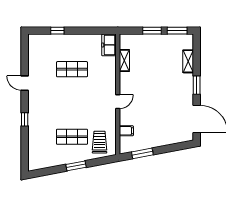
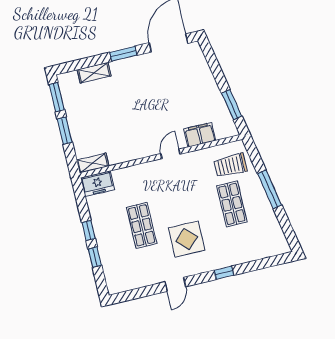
window: (77, 31) -> (88, 231), added
shelving: (124, 60) -> (93, 163), moved
display table: (55, 99) -> (187, 239), added
door: (118, 102) -> (170, 154), hinge flipped
filing cabinet: (126, 131) -> (200, 135), width x2.00
window: (76, 166) -> (270, 189), width x1.44

